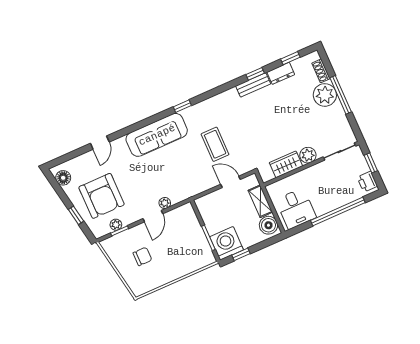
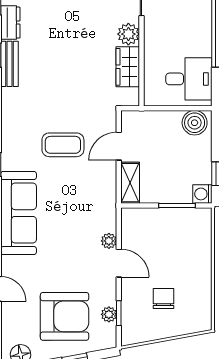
shelving: (260, 201) -> (130, 183), moved, turned 90
washing machine: (227, 243) -> (202, 194), width x0.53, depth x0.53

